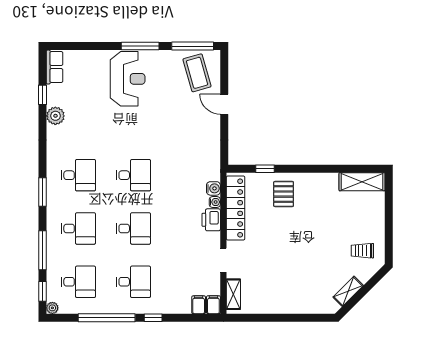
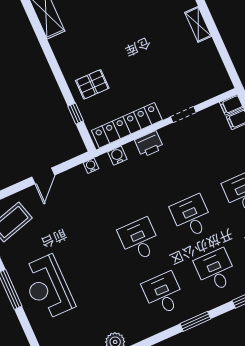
reception desk: (128, 79) -> (47, 287), turned -90
door: (224, 104) -> (43, 176), moved
water cooler: (215, 202) -> (91, 166), moved
shelving: (233, 294) -> (198, 24), moved, turned 90

